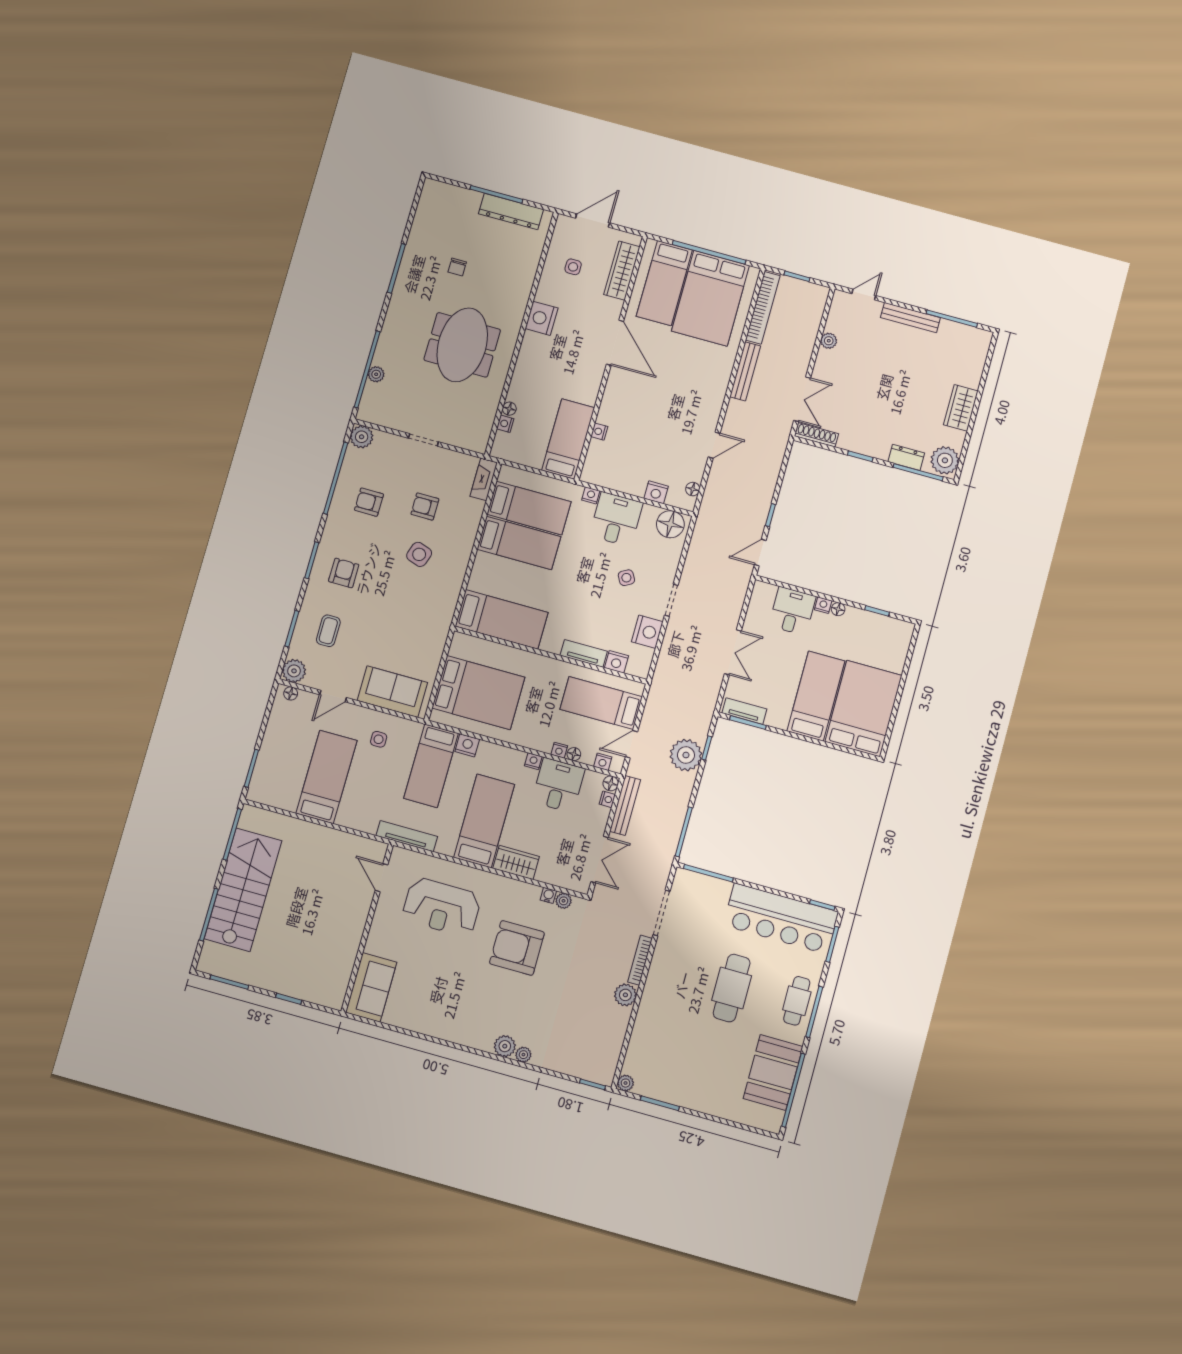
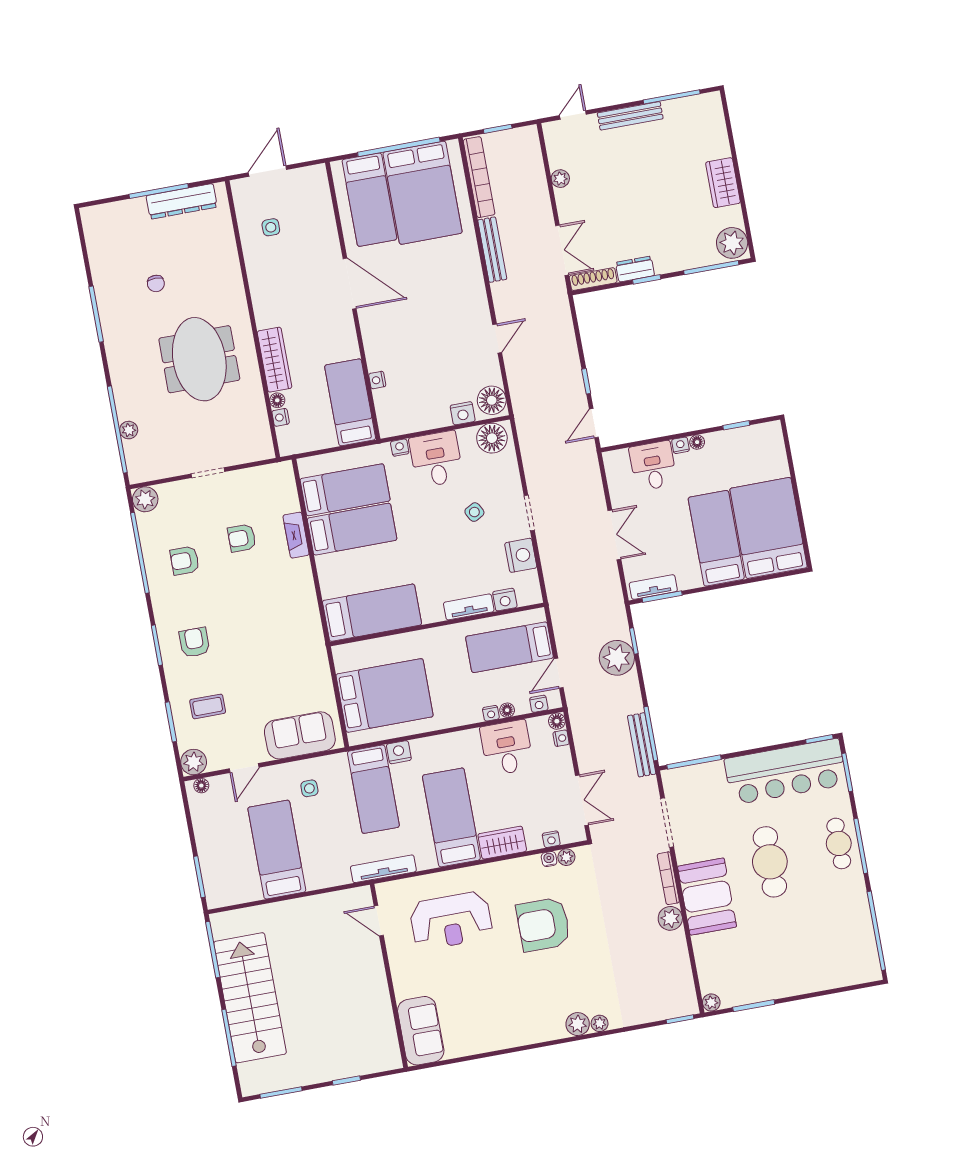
wardrobe: (622, 271) -> (274, 360), moved, turned 180
nightstand: (542, 318) -> (265, 294), removed
dresser: (906, 457) -> (635, 269), moved
fireplace: (484, 479) -> (296, 535), moved
floor lamp: (693, 489) -> (492, 400), width x1.89, depth x1.89
side table: (419, 554) -> (260, 588), removed
coffee table: (328, 631) -> (208, 706), turned 90
nightstand: (533, 761) -> (551, 839), moved, turned 180
bench: (625, 805) -> (642, 745), moved
booth: (773, 1072) -> (707, 897), moved

